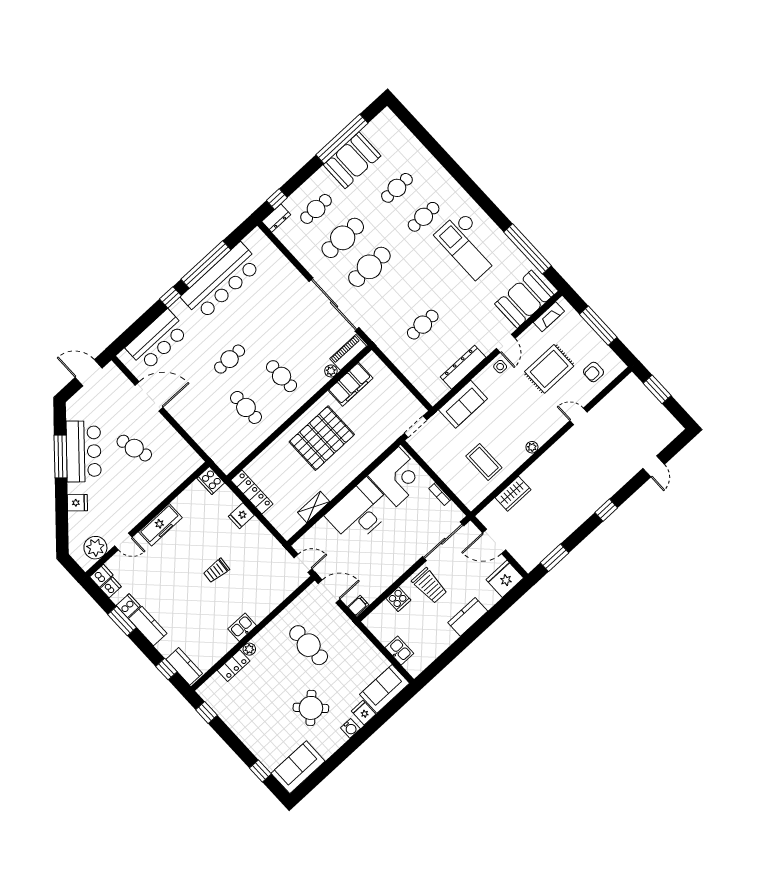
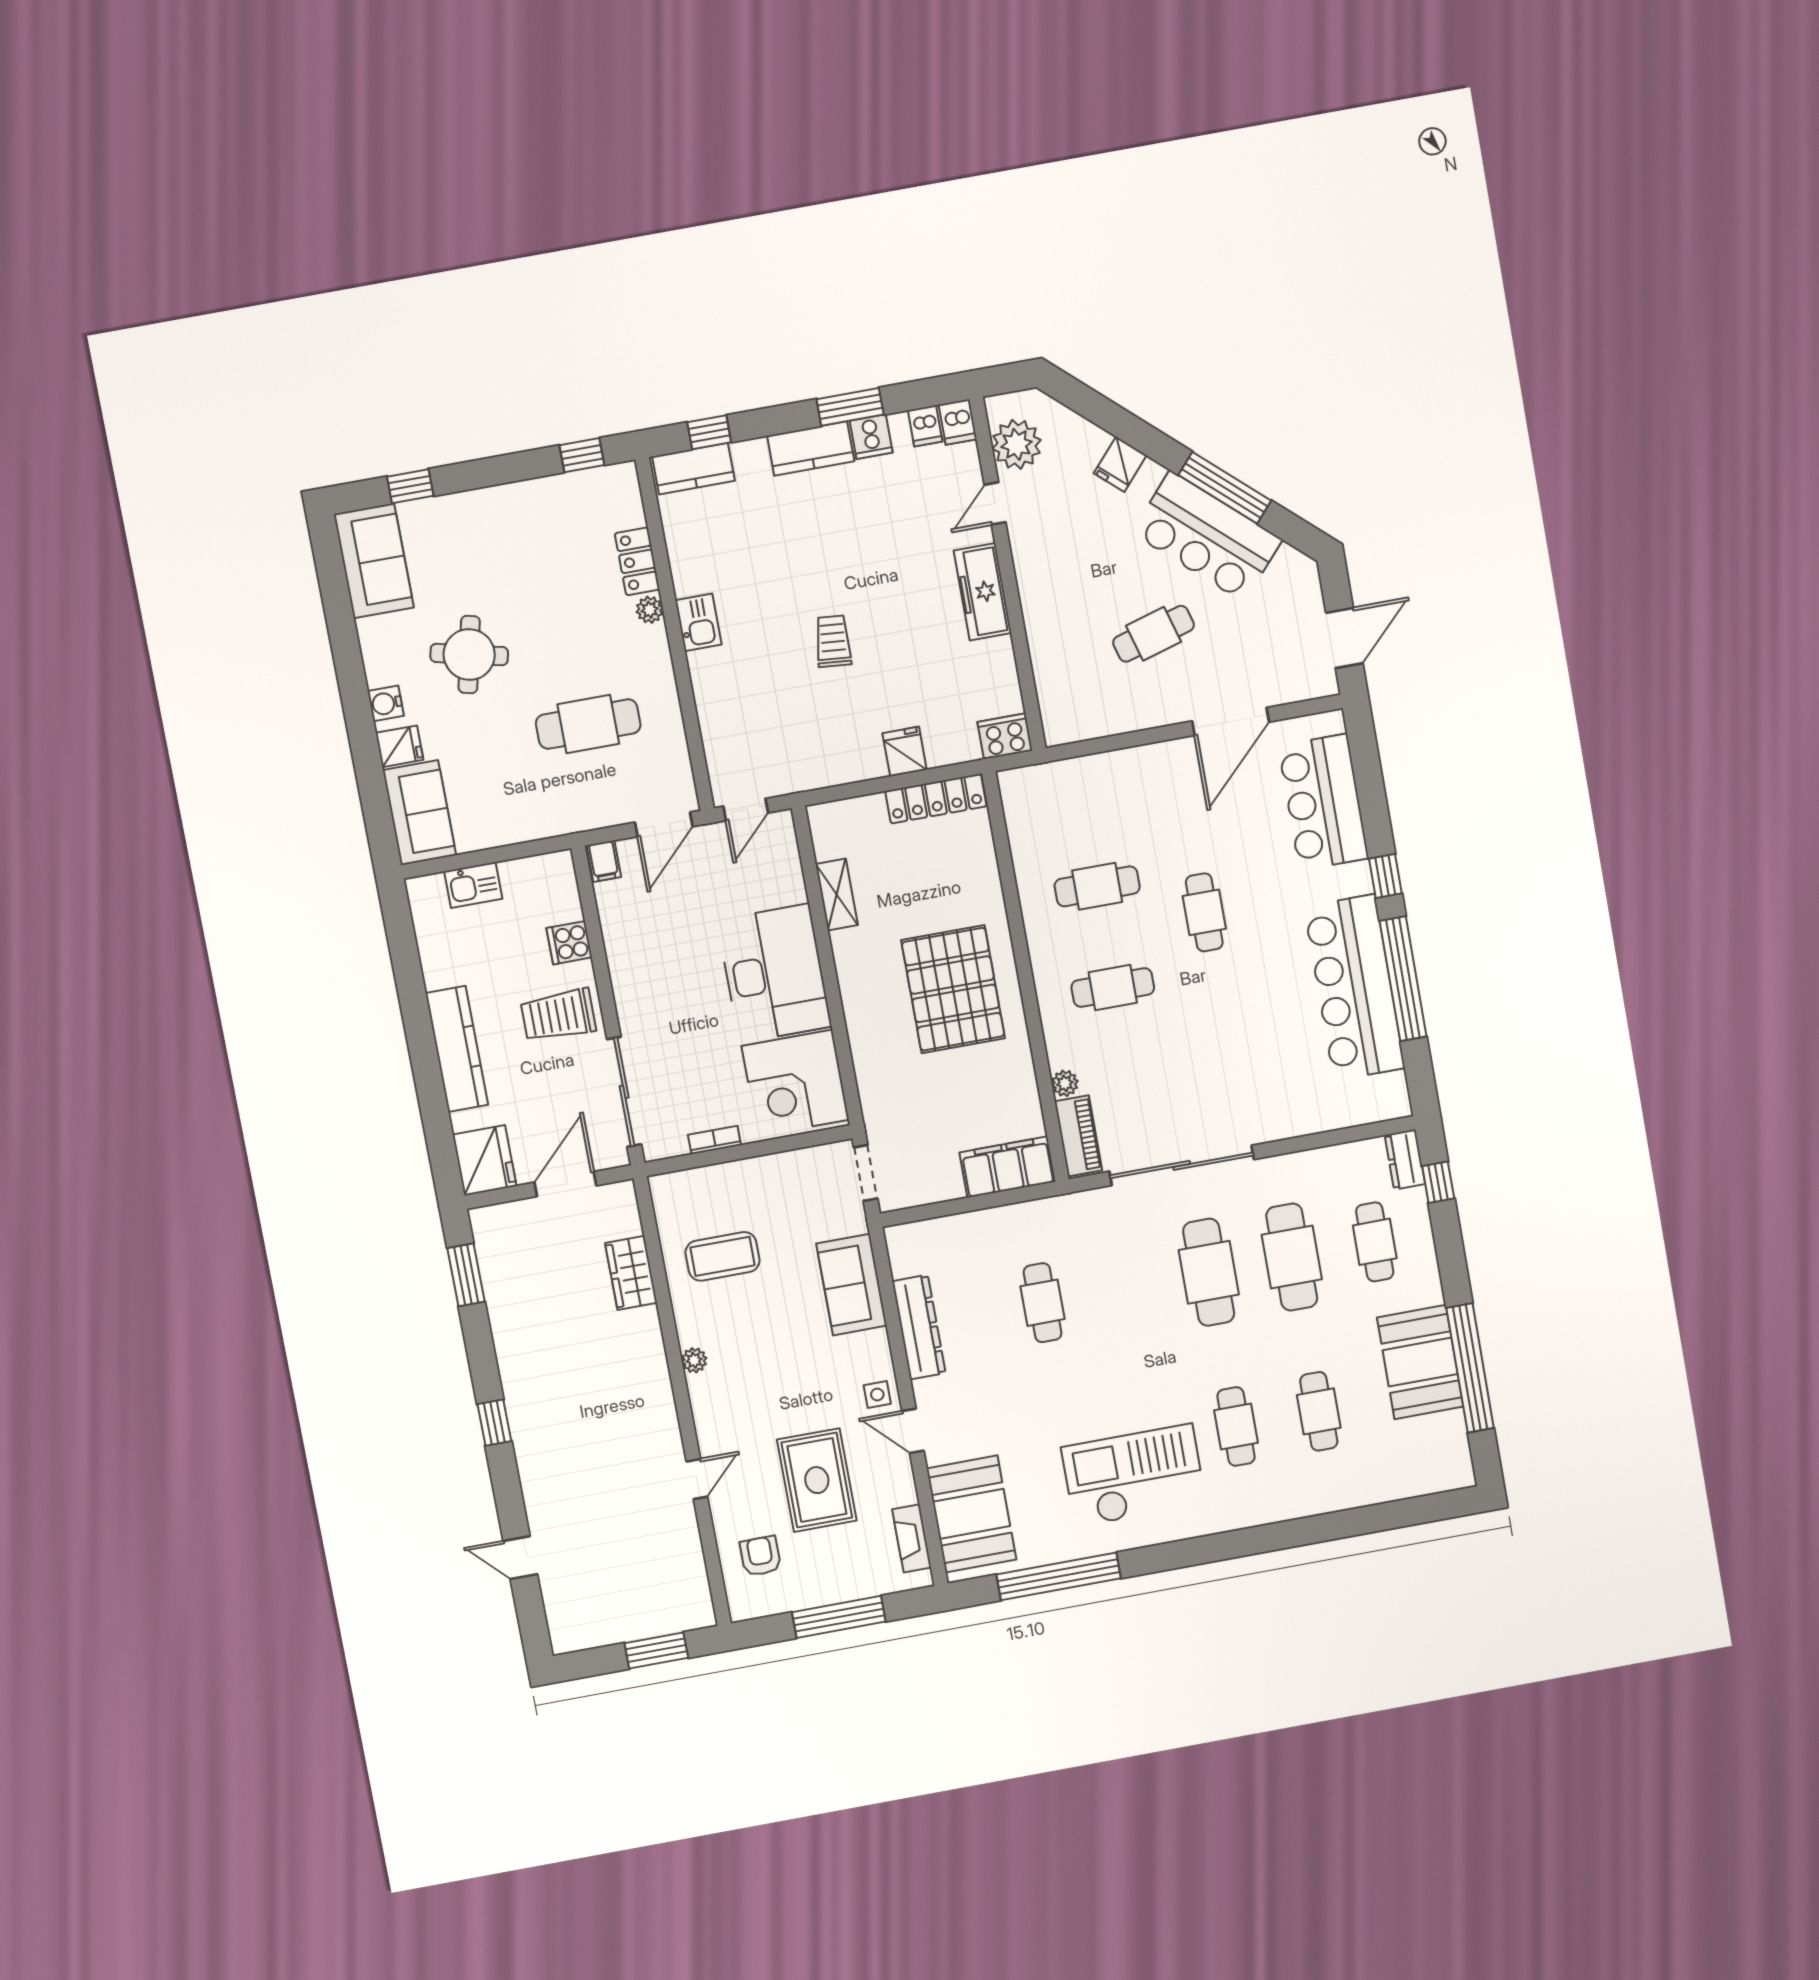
filing cabinet: (350, 384) -> (1007, 1167), moved, turned 90
kitchen counter: (468, 617) -> (457, 1049), width x1.50
round table: (311, 708) -> (469, 655), turned -32

